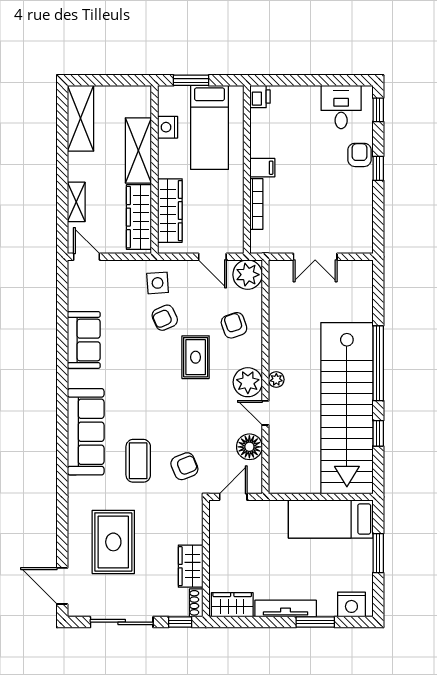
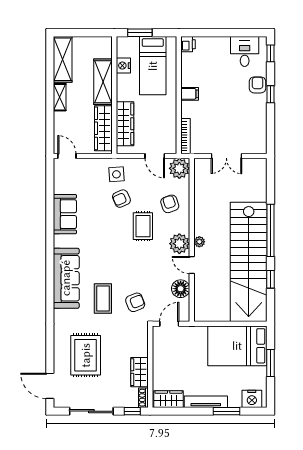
shelving: (76, 202) -> (60, 97), moved
bookcase: (256, 204) -> (186, 136), moved
bed: (331, 519) -> (237, 346), width x1.50

